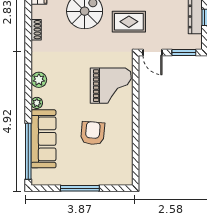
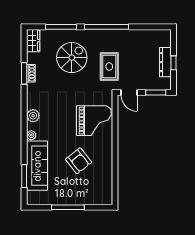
rug: (129, 22) -> (109, 67), turned 90
window: (28, 30) -> (24, 73), added
armchair: (93, 133) -> (79, 161), turned 137
window: (28, 151) -> (24, 176), width x0.47

